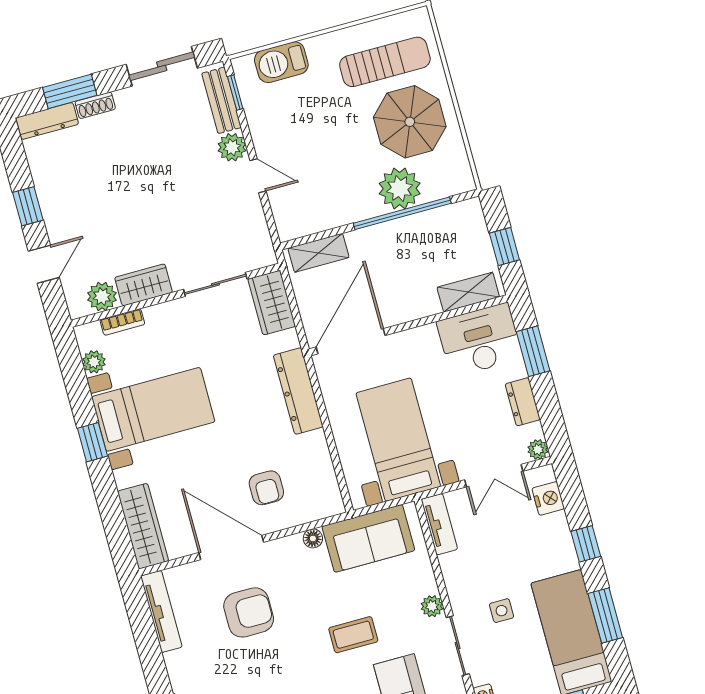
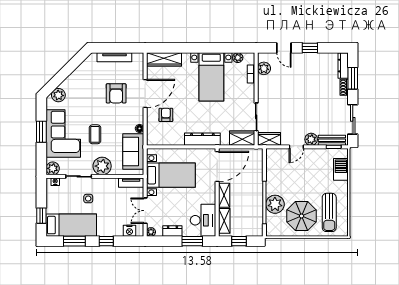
shelving: (318, 253) -> (224, 195), moved
wardrobe: (144, 285) -> (269, 139), moved, turned -90
door: (351, 341) -> (217, 167), hinge flipped
window: (92, 442) -> (205, 48), removed
armchair: (266, 488) -> (166, 115), turned 90
plant: (432, 606) -> (102, 166), width x1.88, depth x1.88
tv unit: (161, 611) -> (114, 57), moved

